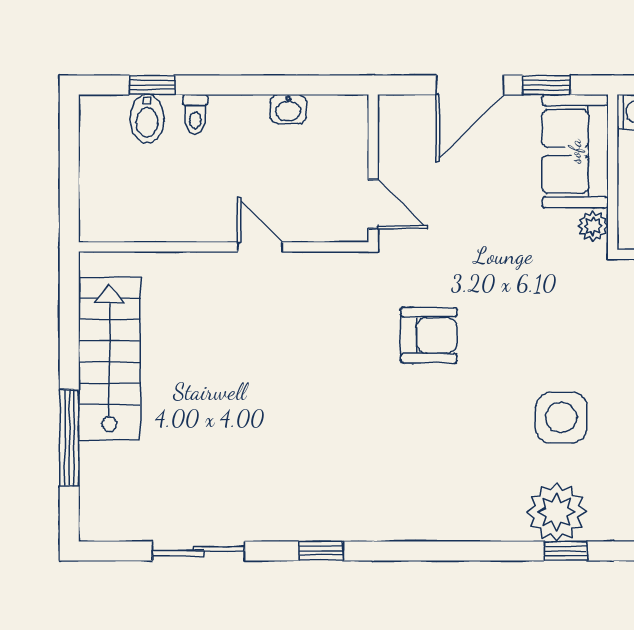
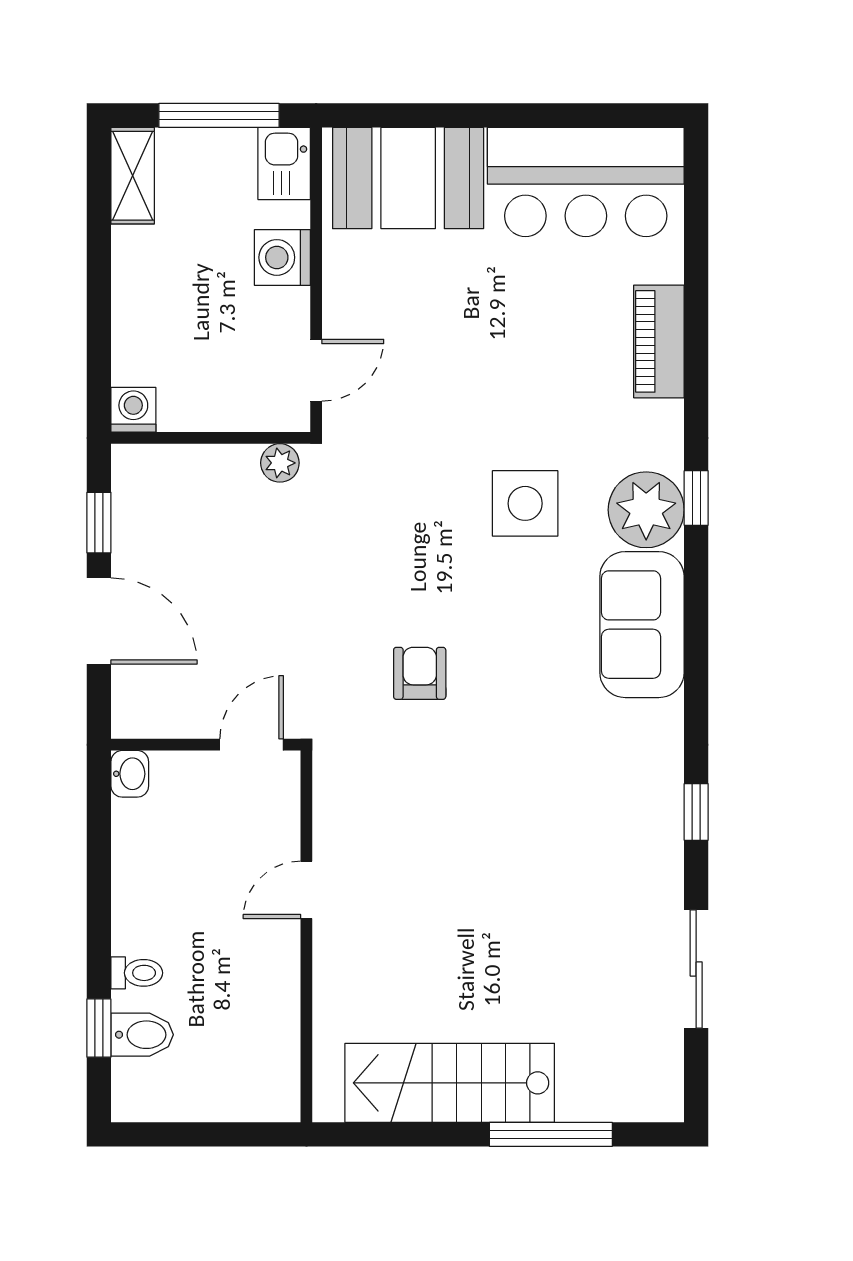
washbasin: (288, 109) -> (130, 774), moved
sofa: (575, 151) -> (642, 625), moved, turned 90
armchair: (429, 335) -> (420, 673), width x0.72, depth x0.72

